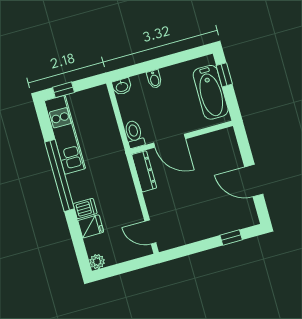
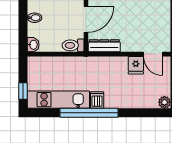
dishwasher: (85, 209) -> (97, 100), moved
fridge: (91, 226) -> (136, 65), moved, turned 180
door: (150, 232) -> (153, 54), hinge flipped

